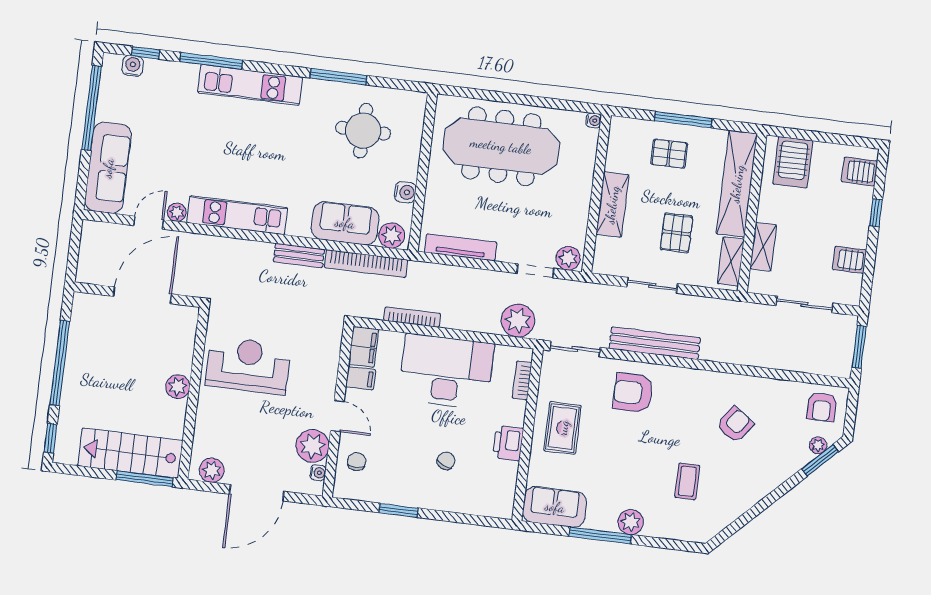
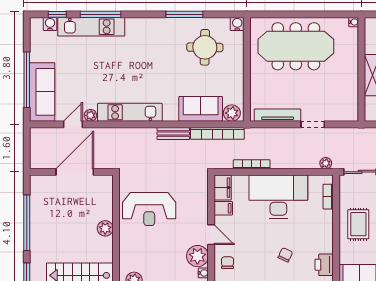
kitchen unit: (250, 85) -> (91, 27), moved
window: (92, 108) -> (27, 80), moved
water cooler: (405, 192) -> (237, 24), moved, turned -90
plant: (568, 258) -> (348, 114), removed
doorway: (535, 271) -> (313, 124), moved
plant: (518, 321) -> (326, 163), width x0.53, depth x0.53
reception desk: (248, 365) -> (149, 209), turned 180
printer: (508, 443) -> (324, 265), moved

